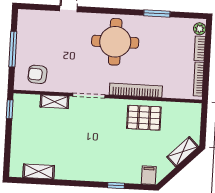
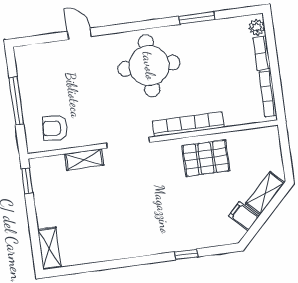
shelving: (39, 172) -> (49, 248), moved, turned 90
filing cabinet: (149, 175) -> (244, 216), moved, turned -45

